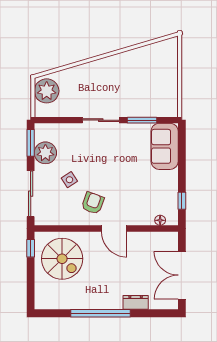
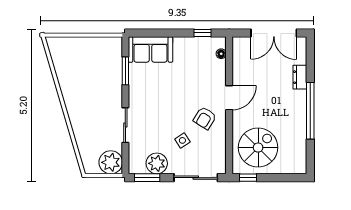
plant: (47, 91) -> (111, 162), moved
sliding door: (101, 120) -> (125, 125), moved
armchair: (93, 203) -> (205, 118), turned -78

